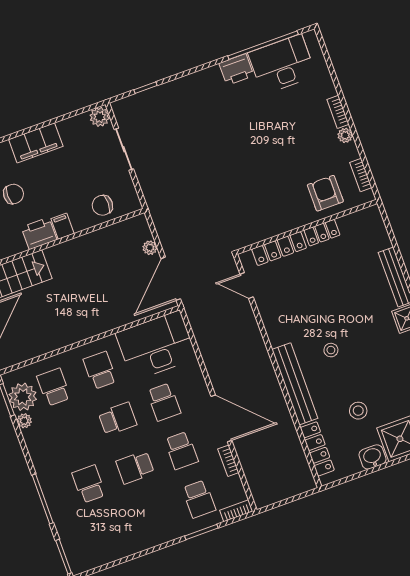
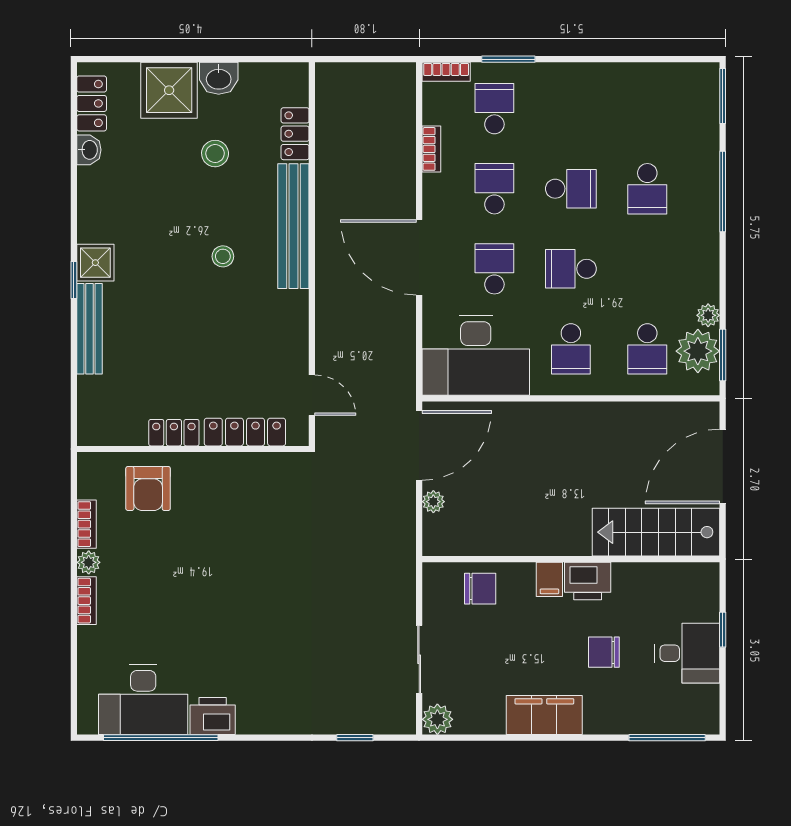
bookcase: (361, 175) -> (87, 524), moved
door: (221, 418) -> (419, 257), moved
locker: (317, 449) -> (295, 134), width x0.66

